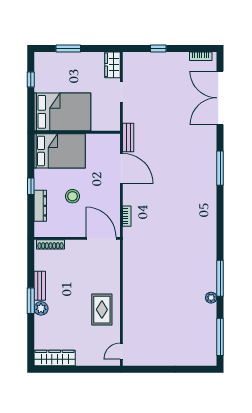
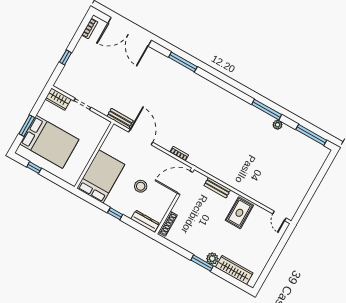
bed: (62, 112) -> (49, 142), moved, turned 90
door: (121, 168) -> (141, 137), hinge flipped
dresser: (40, 206) -> (145, 221), moved
bench: (40, 286) -> (217, 188), moved
rug: (102, 310) -> (239, 213), turned 90
wardrobe: (55, 358) -> (234, 270), moved, turned 90

